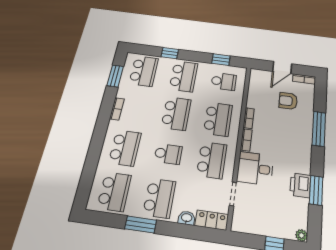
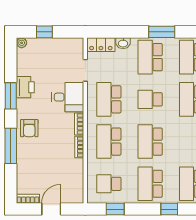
armchair: (288, 101) -> (29, 128), moved, turned 90
window: (316, 190) -> (11, 96), moved

